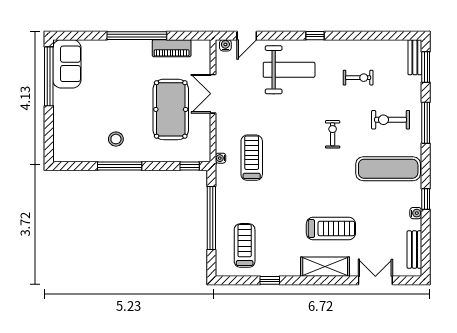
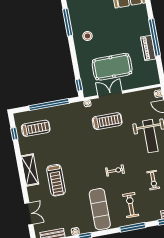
piano: (172, 48) -> (148, 48), moved
double door: (213, 94) -> (110, 94), moved
treadmill: (252, 158) -> (107, 121), moved
window: (120, 166) -> (68, 22), moved
shelving: (325, 267) -> (30, 170), moved
window: (270, 280) -> (14, 134), moved

